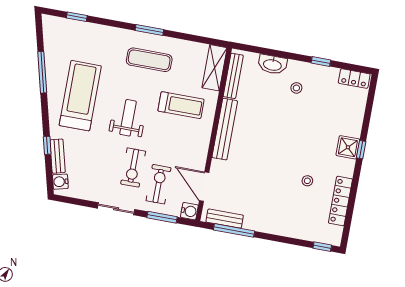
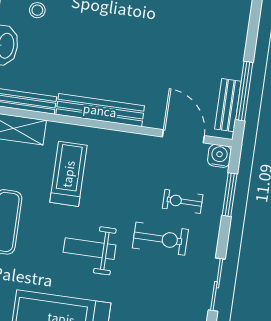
exercise bike: (159, 184) -> (183, 201), width x0.73, depth x0.72
door: (204, 187) -> (183, 136), swing flipped
sliding door: (116, 209) -> (217, 285), moved

